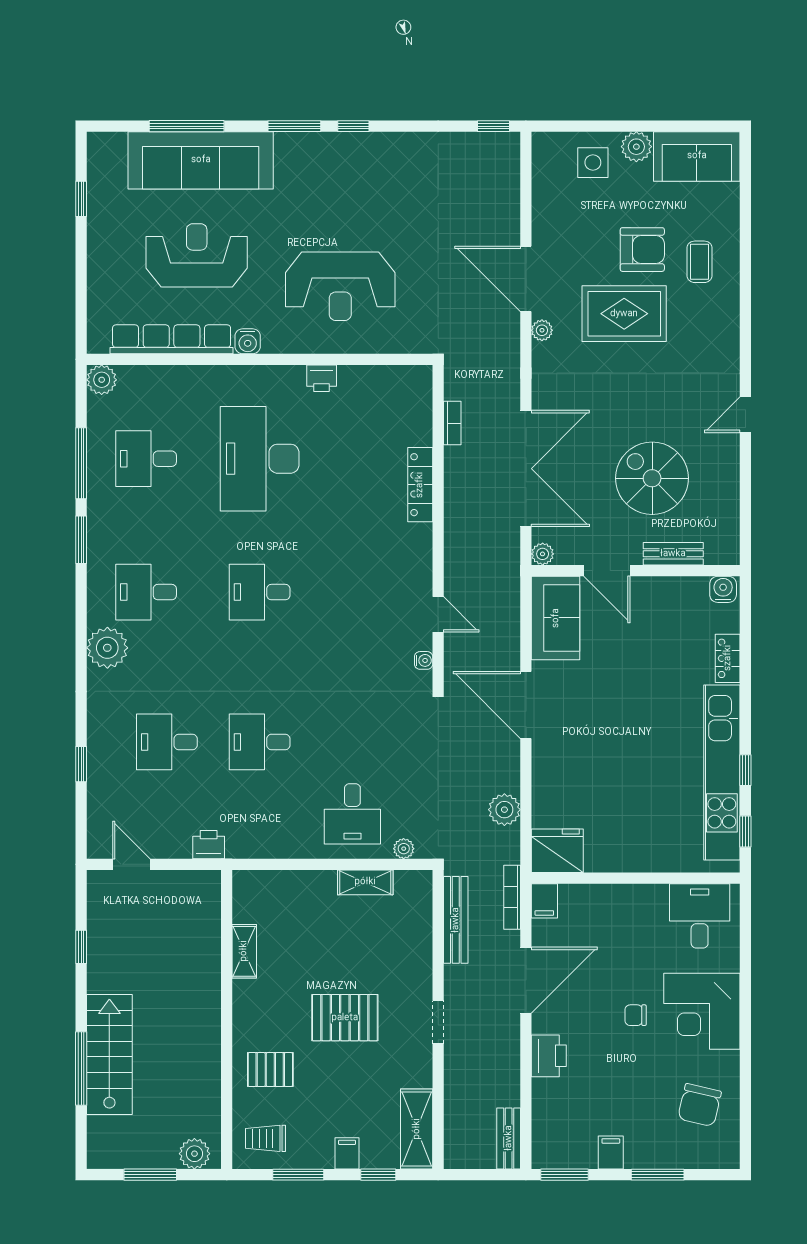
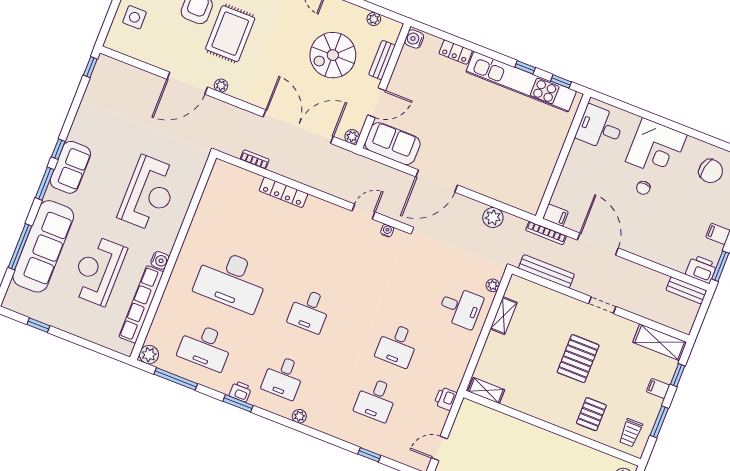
sofa: (333, 155) -> (70, 167), added
printer: (322, 378) -> (240, 391), moved, turned -90
desk: (146, 459) -> (205, 347), width x1.37
window: (81, 463) -> (176, 379), moved
plant: (729, 518) -> (374, 19), added
plant: (107, 648) -> (299, 416), width x0.53, depth x0.53
fridge: (557, 851) -> (529, 196), removed
shelving: (244, 951) -> (486, 390), moved
printer: (549, 1056) -> (701, 269), moved

